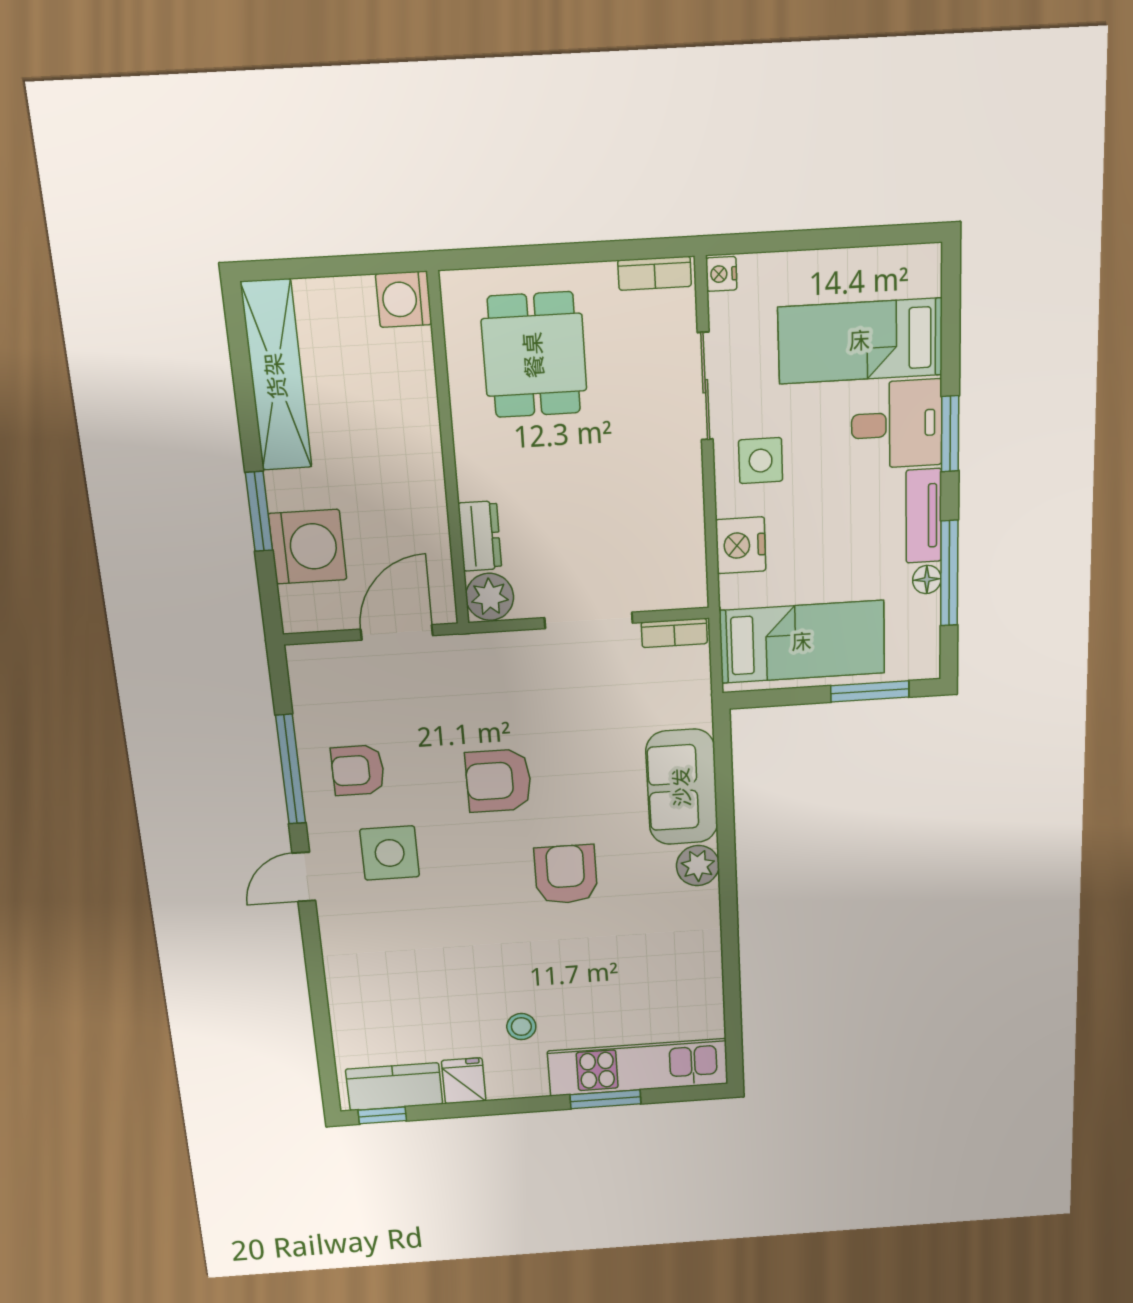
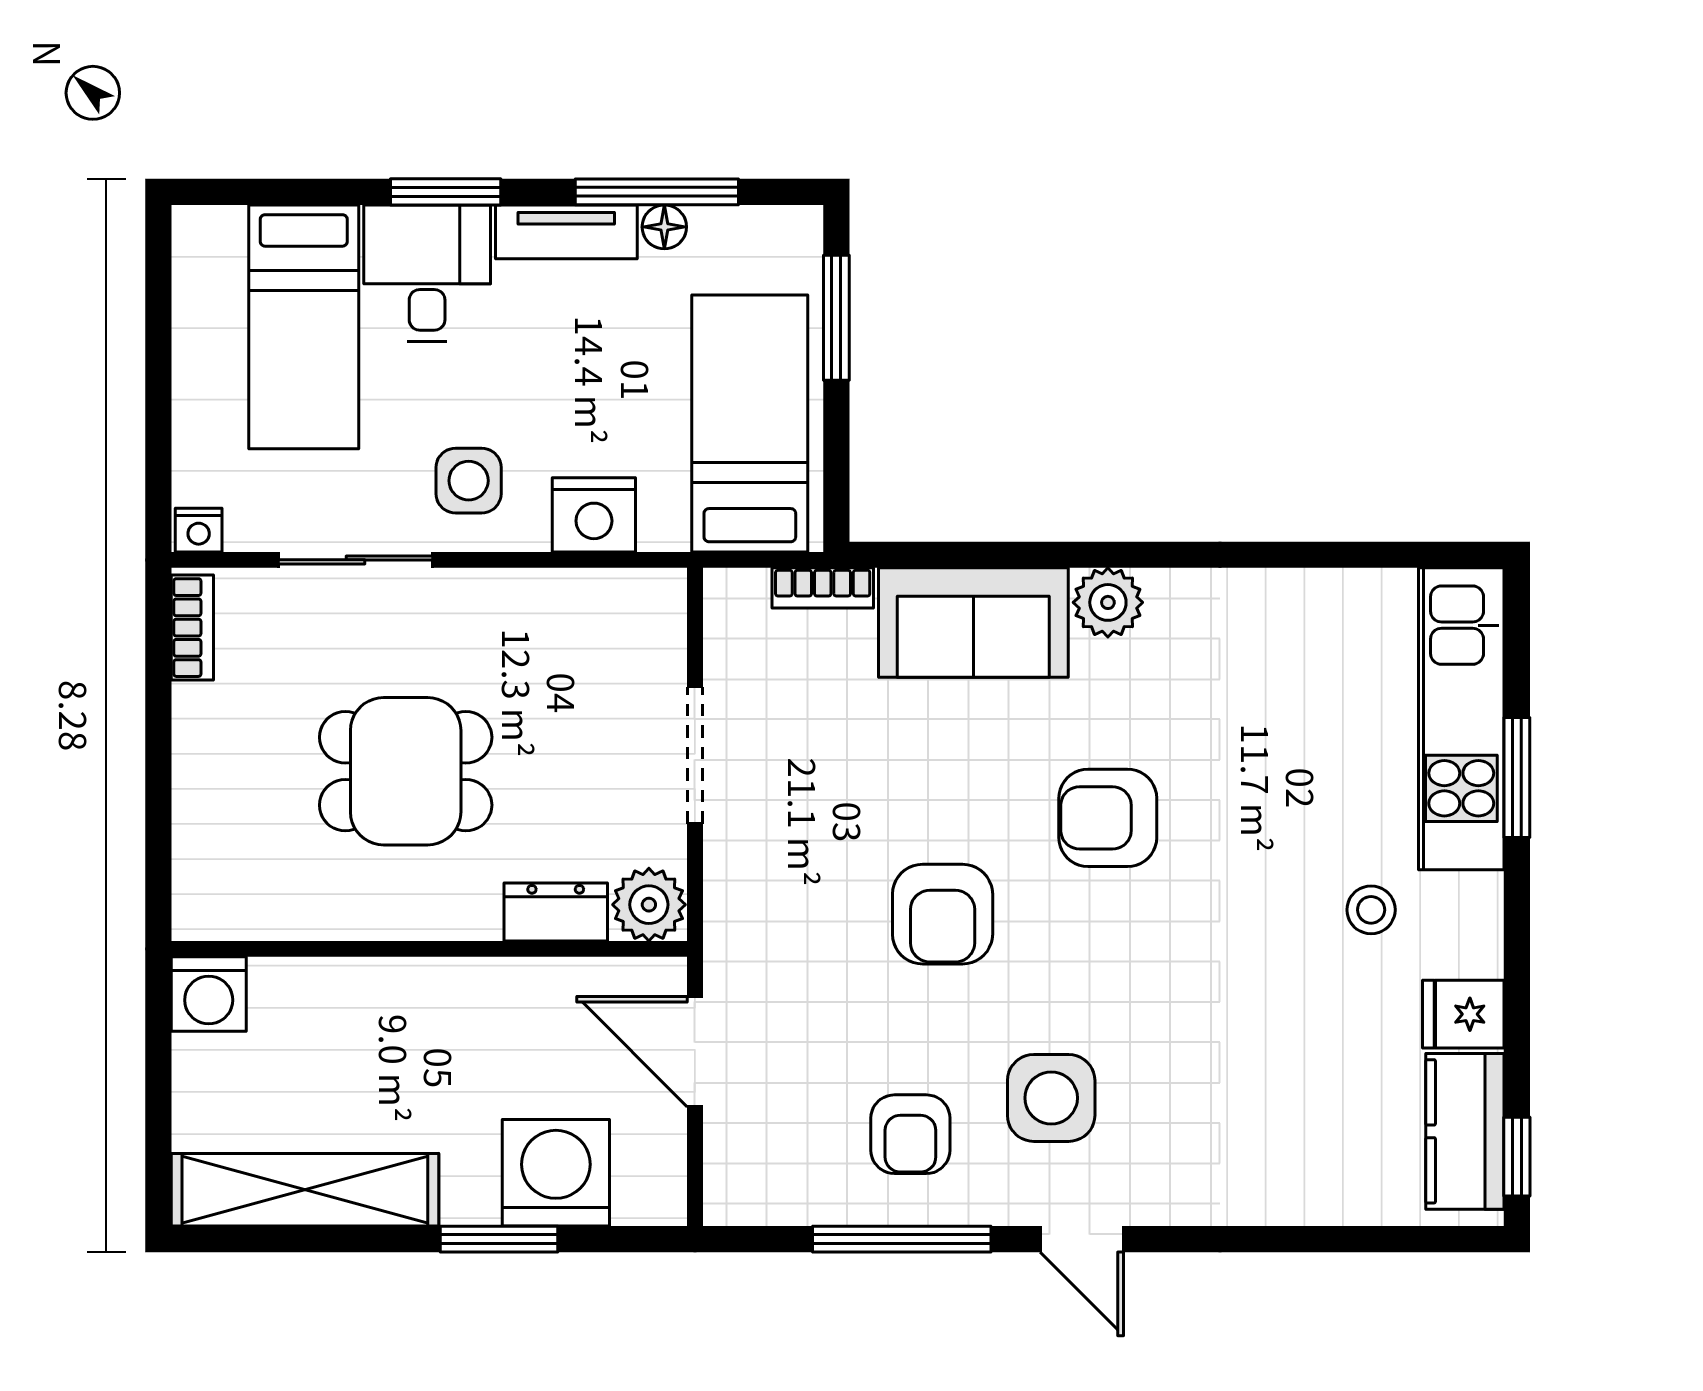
dining table: (534, 355) -> (406, 771), moved
bookcase: (674, 633) -> (823, 588), moved, turned 90

